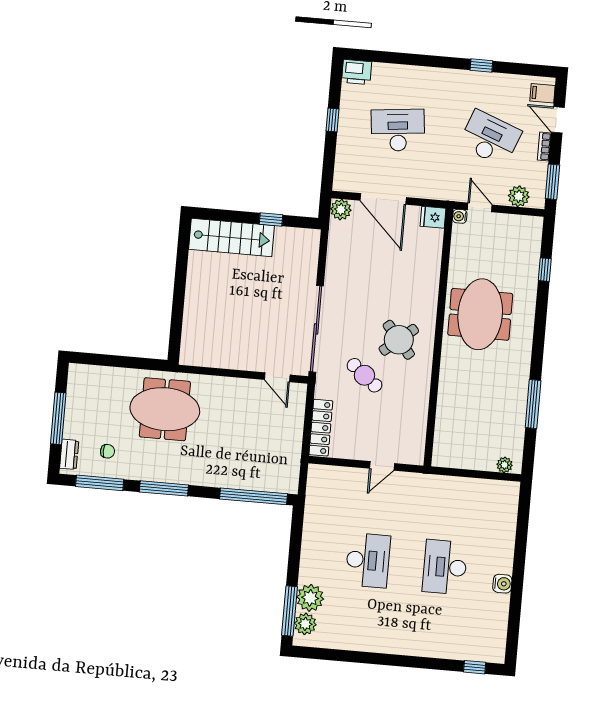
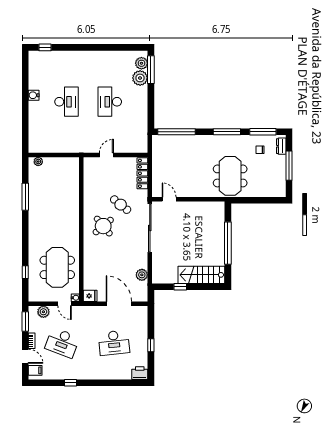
plant: (341, 210) -> (142, 275), moved
window: (179, 290) -> (228, 243), added
meeting table: (480, 314) -> (57, 267), moved
meeting table: (165, 409) -> (230, 176), turned 90

